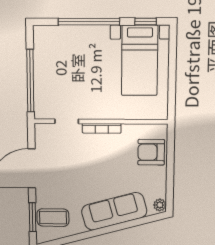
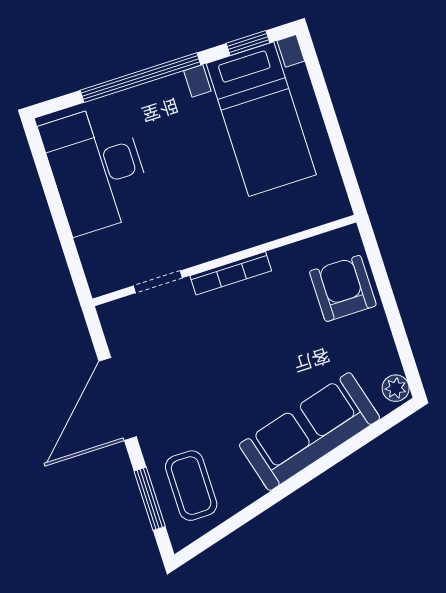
desk: (55, 59) -> (97, 169), added
window: (30, 81) -> (62, 226), removed
armchair: (151, 152) -> (343, 288), turned 90
coffee table: (53, 218) -> (191, 486), turned 90

